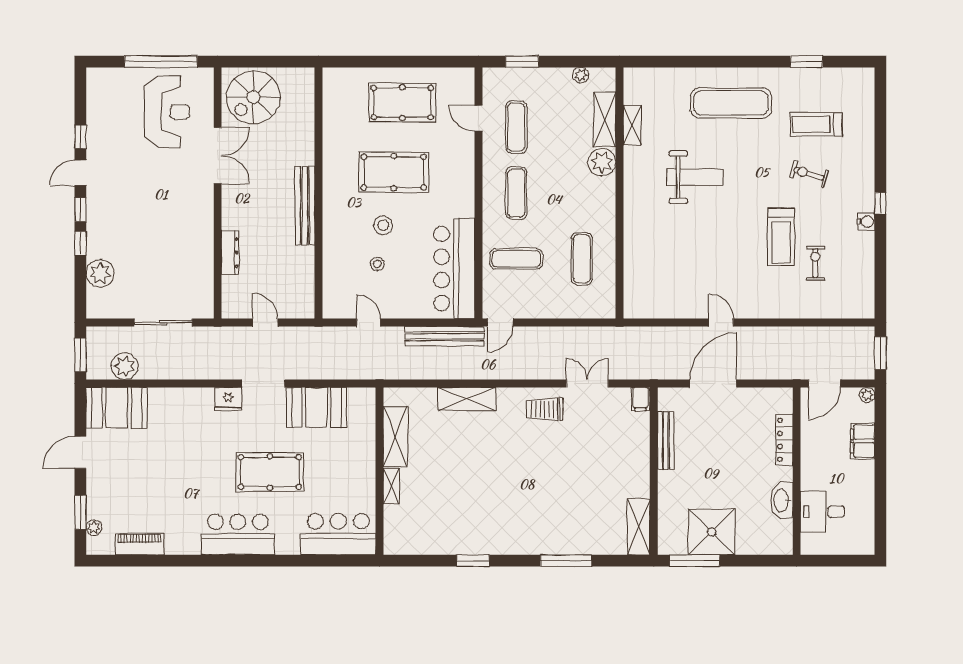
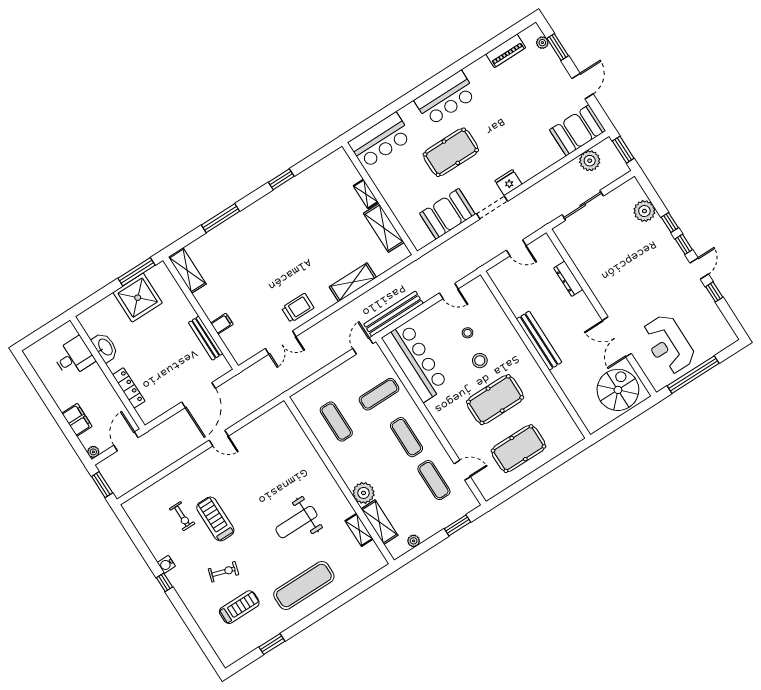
filing cabinet: (640, 399) -> (222, 324), moved, turned 90

